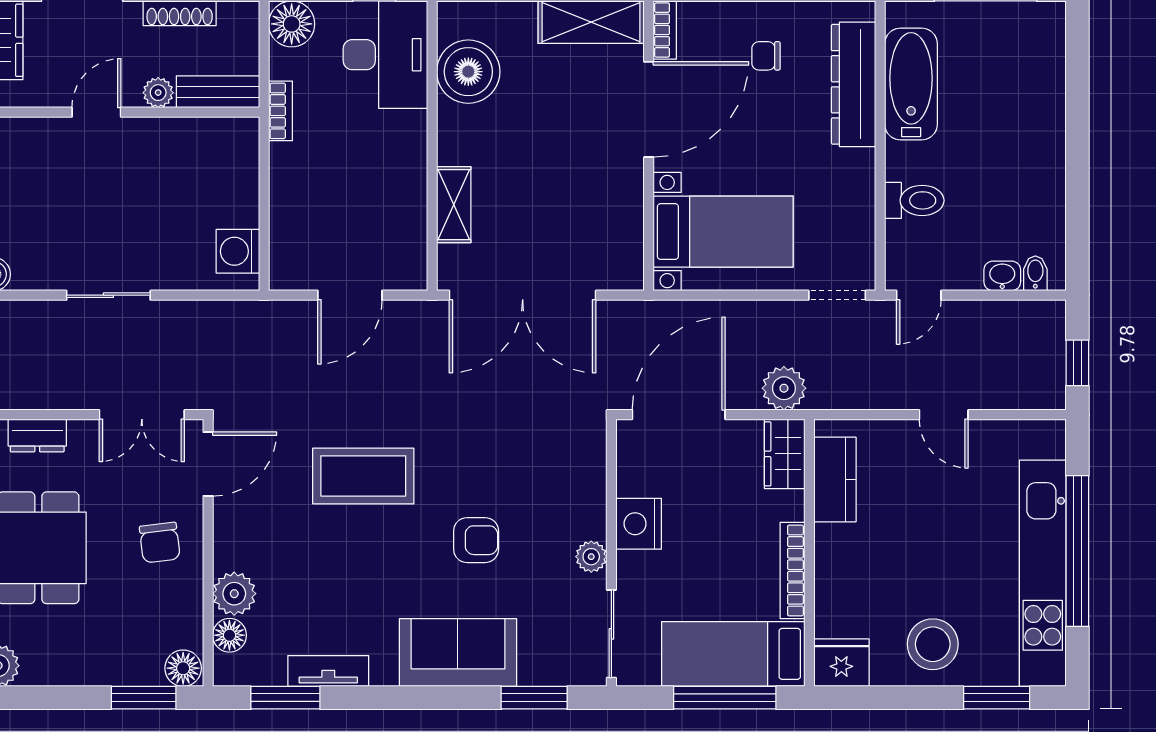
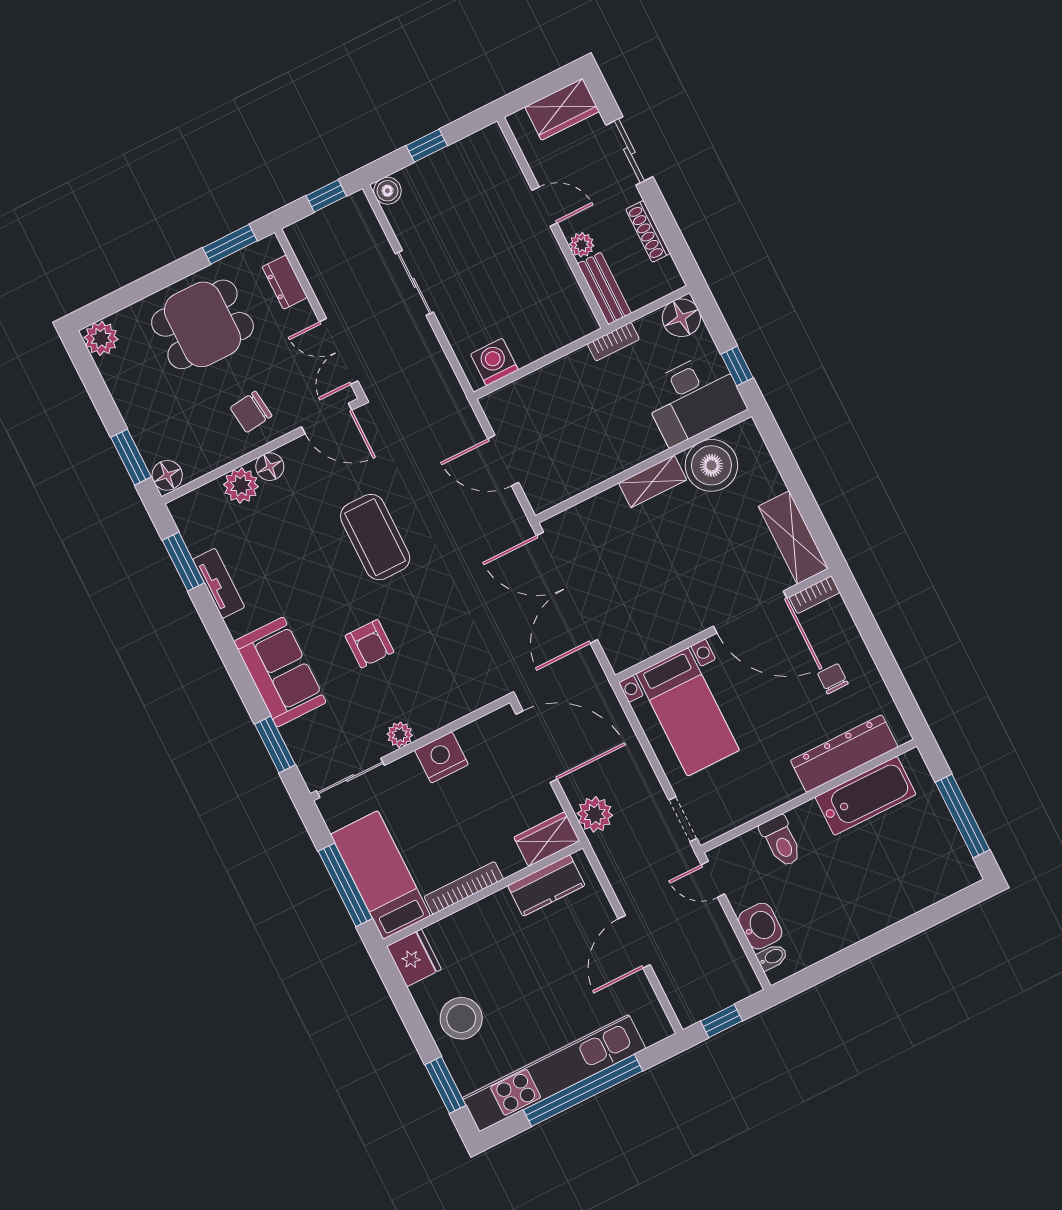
shelving: (454, 205) -> (653, 481), moved
washbasin: (1002, 276) -> (760, 926), width x1.38, depth x1.45
door: (944, 415) -> (634, 942), width x1.38
floor lamp: (229, 635) -> (270, 467), moved

